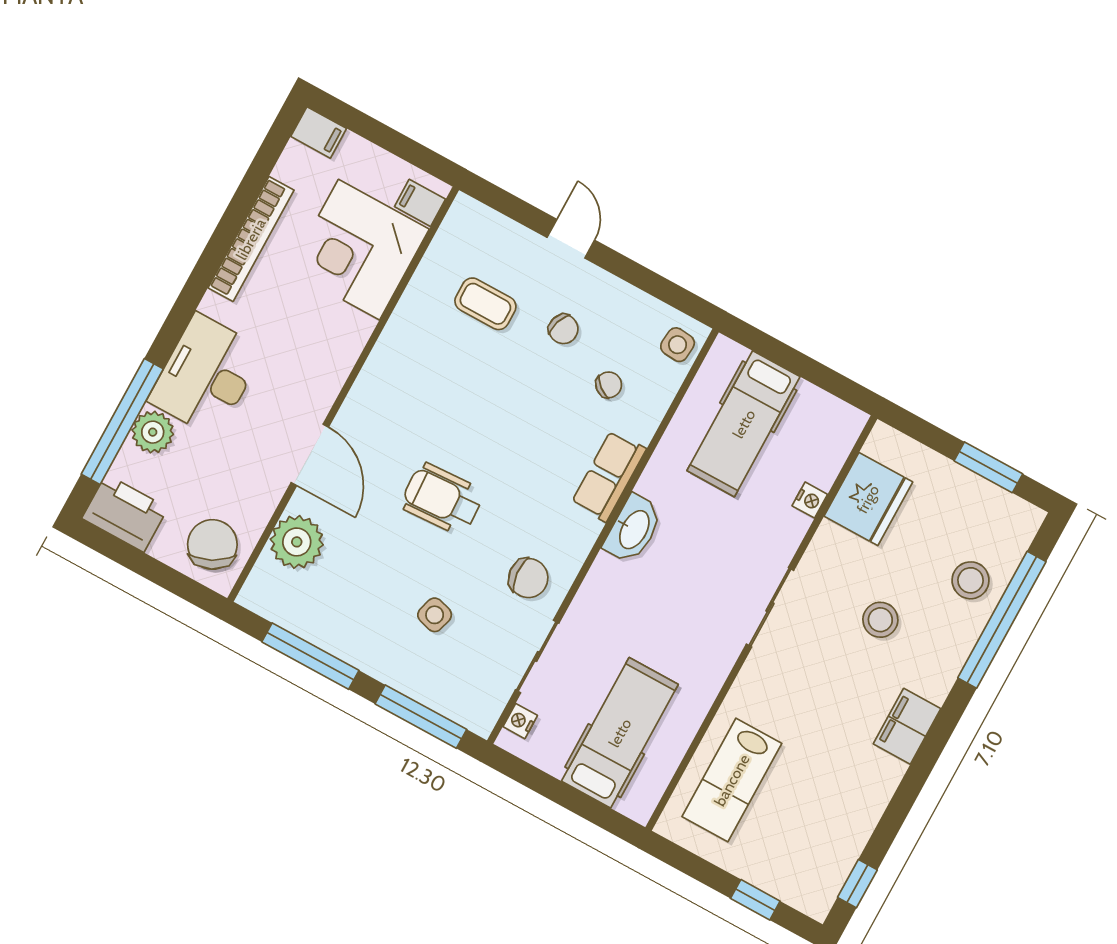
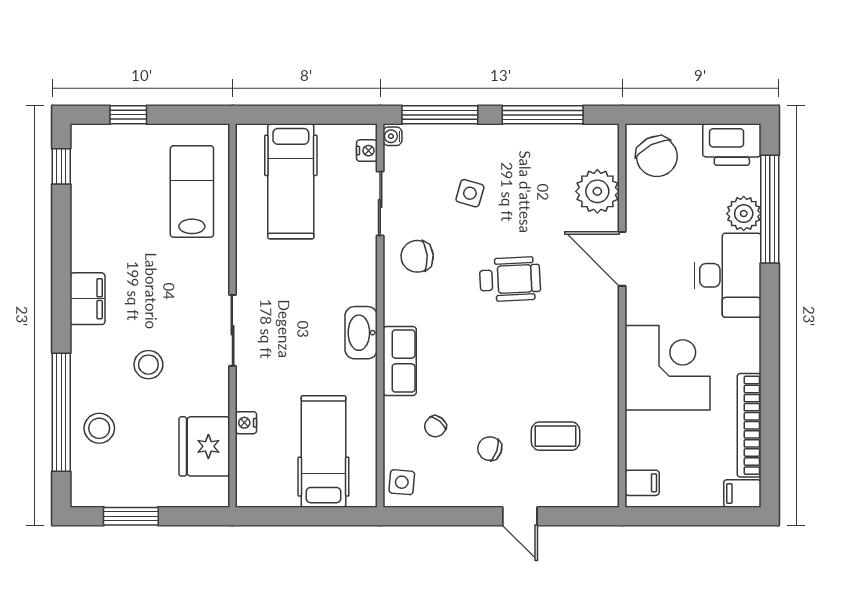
bookcase: (251, 239) -> (749, 425), moved
corner desk: (359, 250) -> (667, 368), moved
water cooler: (484, 721) -> (392, 136), added

